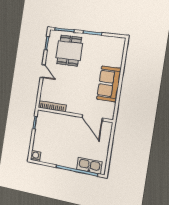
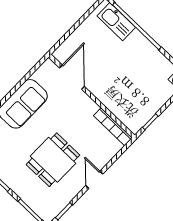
dining table: (69, 51) -> (53, 160), moved

